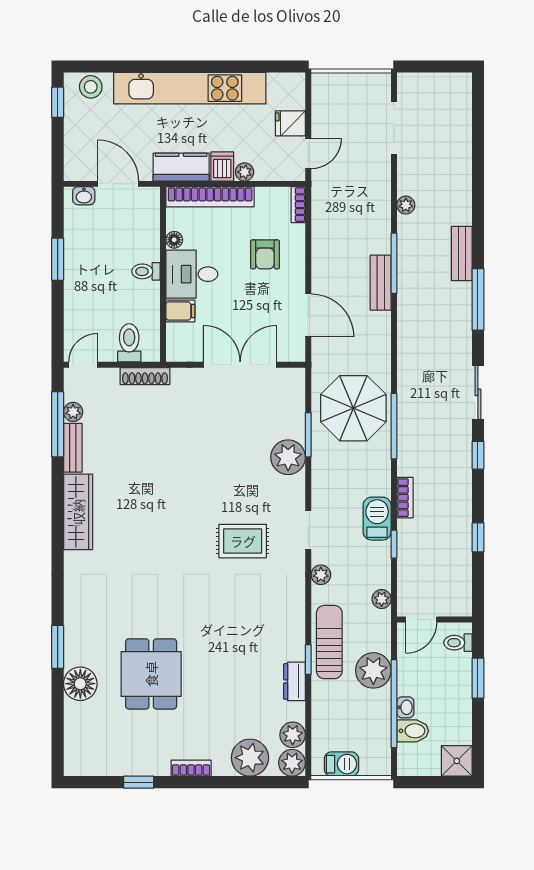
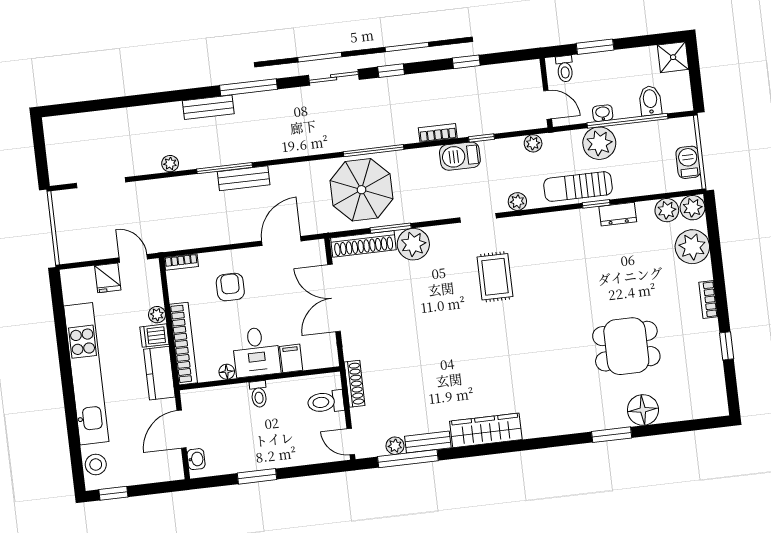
armchair: (265, 254) -> (230, 287), turned -90
shoe rack: (295, 403) -> (363, 244), added
washbasin: (405, 707) -> (603, 113), moved

